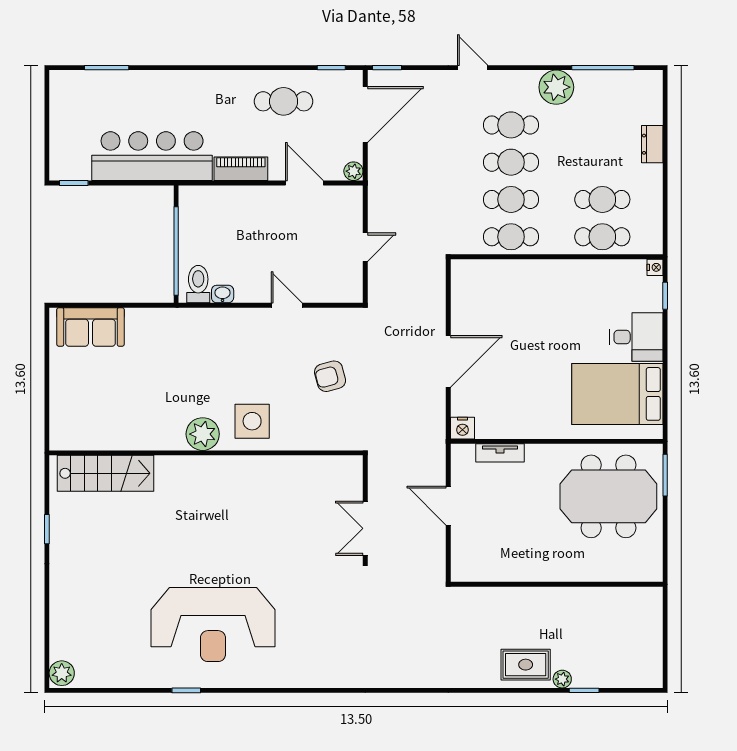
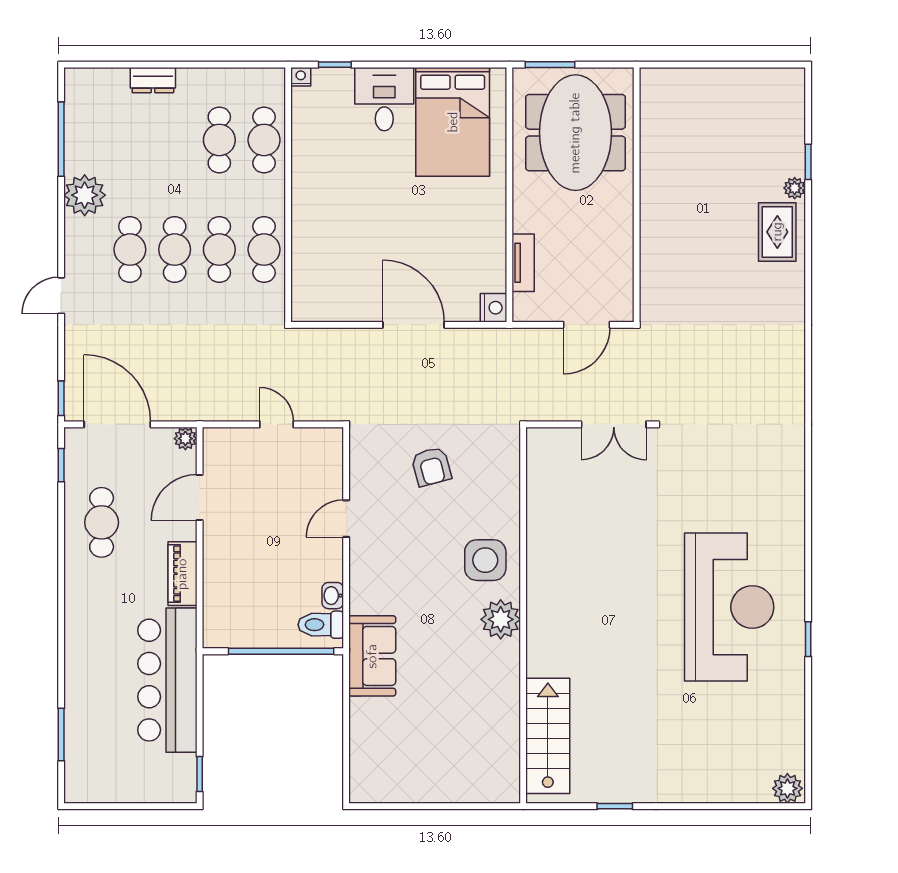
sofa: (91, 327) -> (372, 656), moved
wall: (557, 584) -> (637, 195), moved

